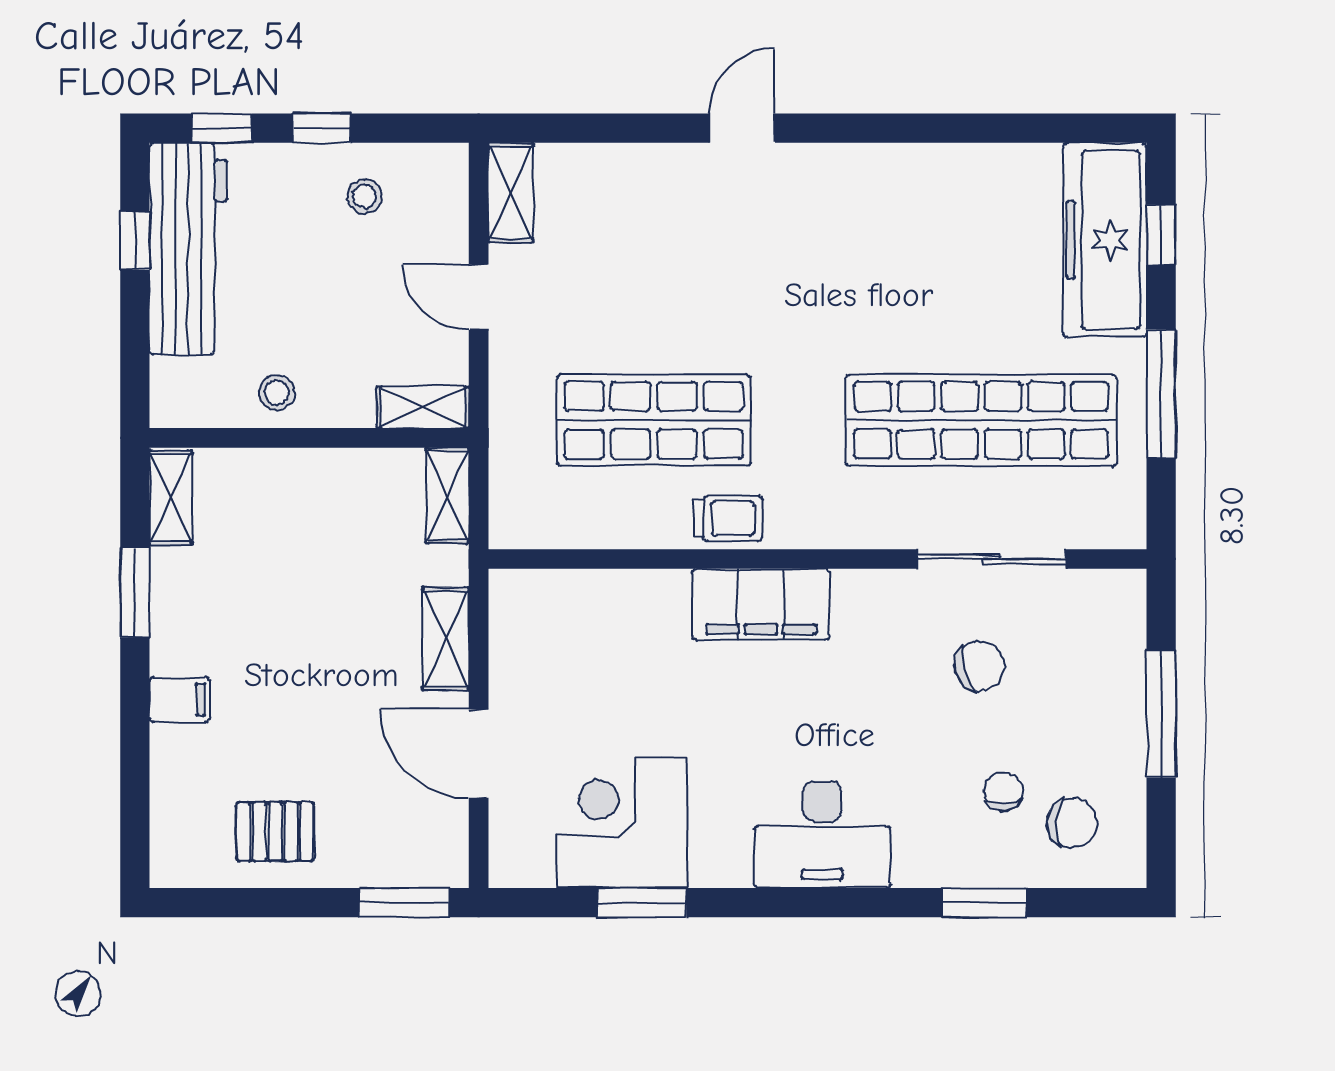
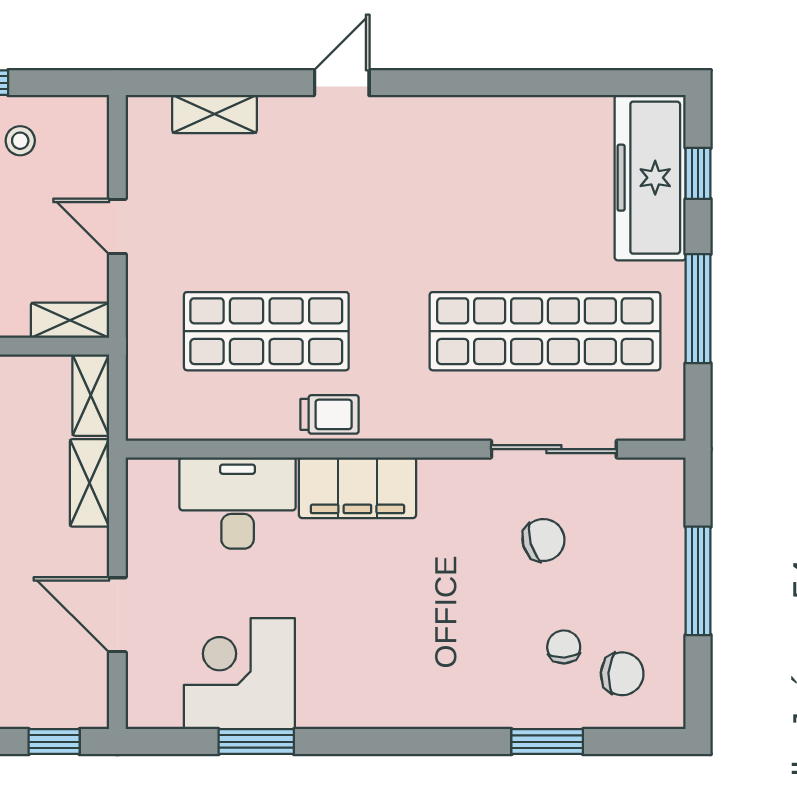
shelving: (511, 192) -> (215, 114), moved, turned 90
shelving: (446, 639) -> (89, 483), moved
desk: (822, 834) -> (238, 503), moved, turned 180
window: (404, 903) -> (54, 742), width x0.67

